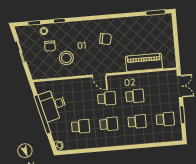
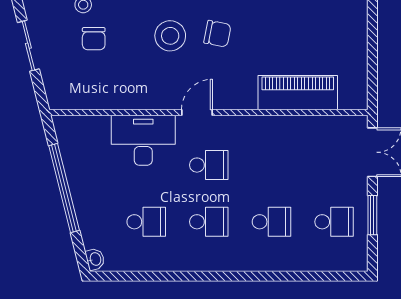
stool: (66, 58) -> (170, 36), moved
door: (99, 75) -> (197, 112), swing flipped
school desk: (135, 96) -> (271, 165), removed
desk: (53, 105) -> (143, 140), moved, turned 104

